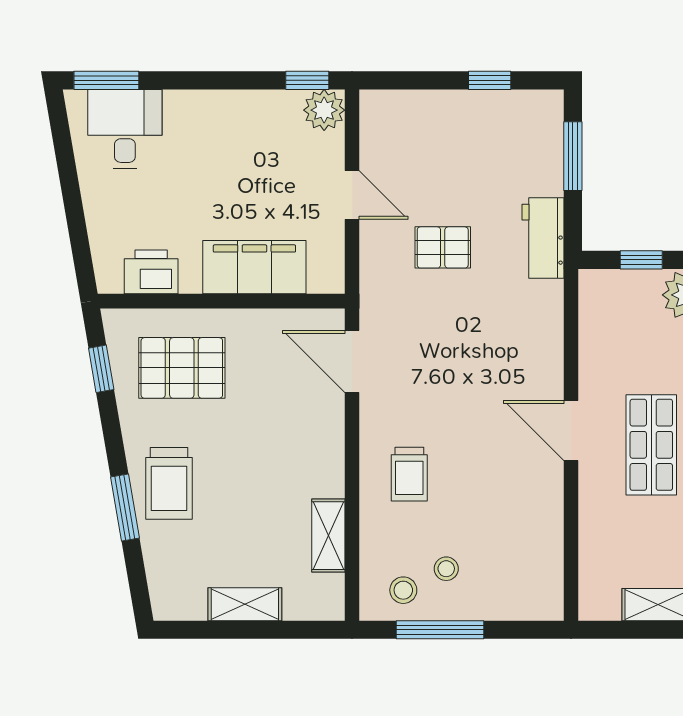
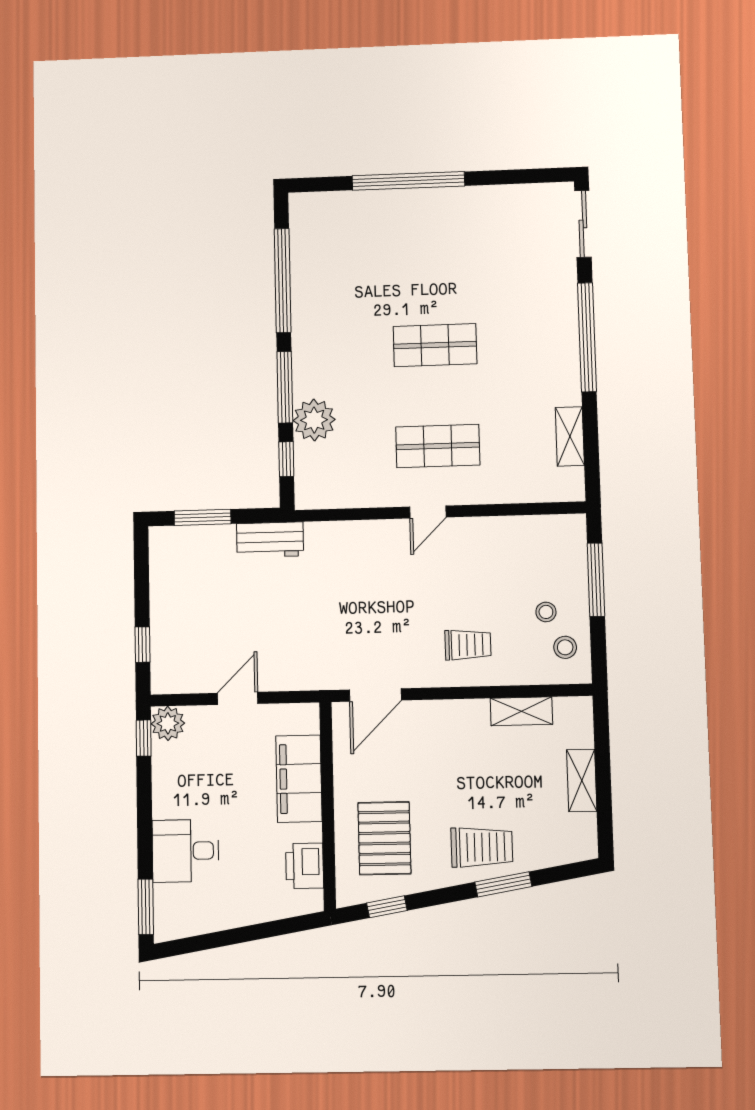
window: (490, 80) -> (142, 645), moved
desk: (125, 129) -> (185, 851), moved
pallet: (443, 247) -> (279, 622), removed
door: (571, 430) -> (428, 512), width x0.73
window: (440, 630) -> (596, 580), moved

